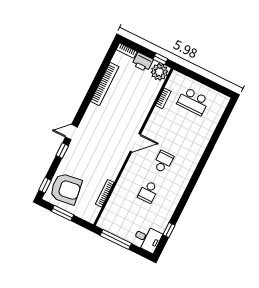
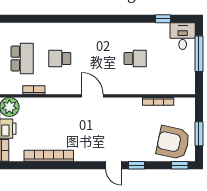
school desk: (163, 162) -> (60, 58), moved
armchair: (66, 189) -> (173, 142), turned -70
window: (116, 239) -> (199, 54), moved

